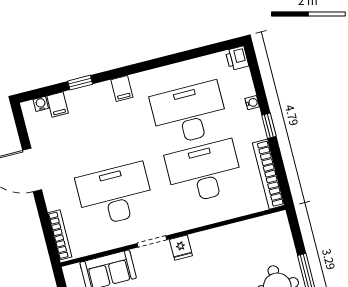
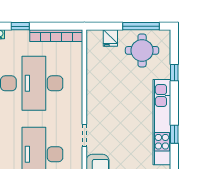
fridge: (181, 248) -> (110, 38), moved, turned 90

